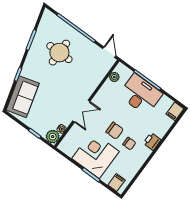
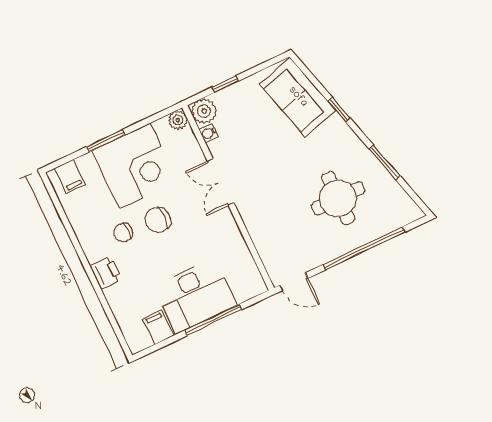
plant: (114, 77) -> (178, 120), moved
filing cabinet: (175, 111) -> (158, 327), moved

